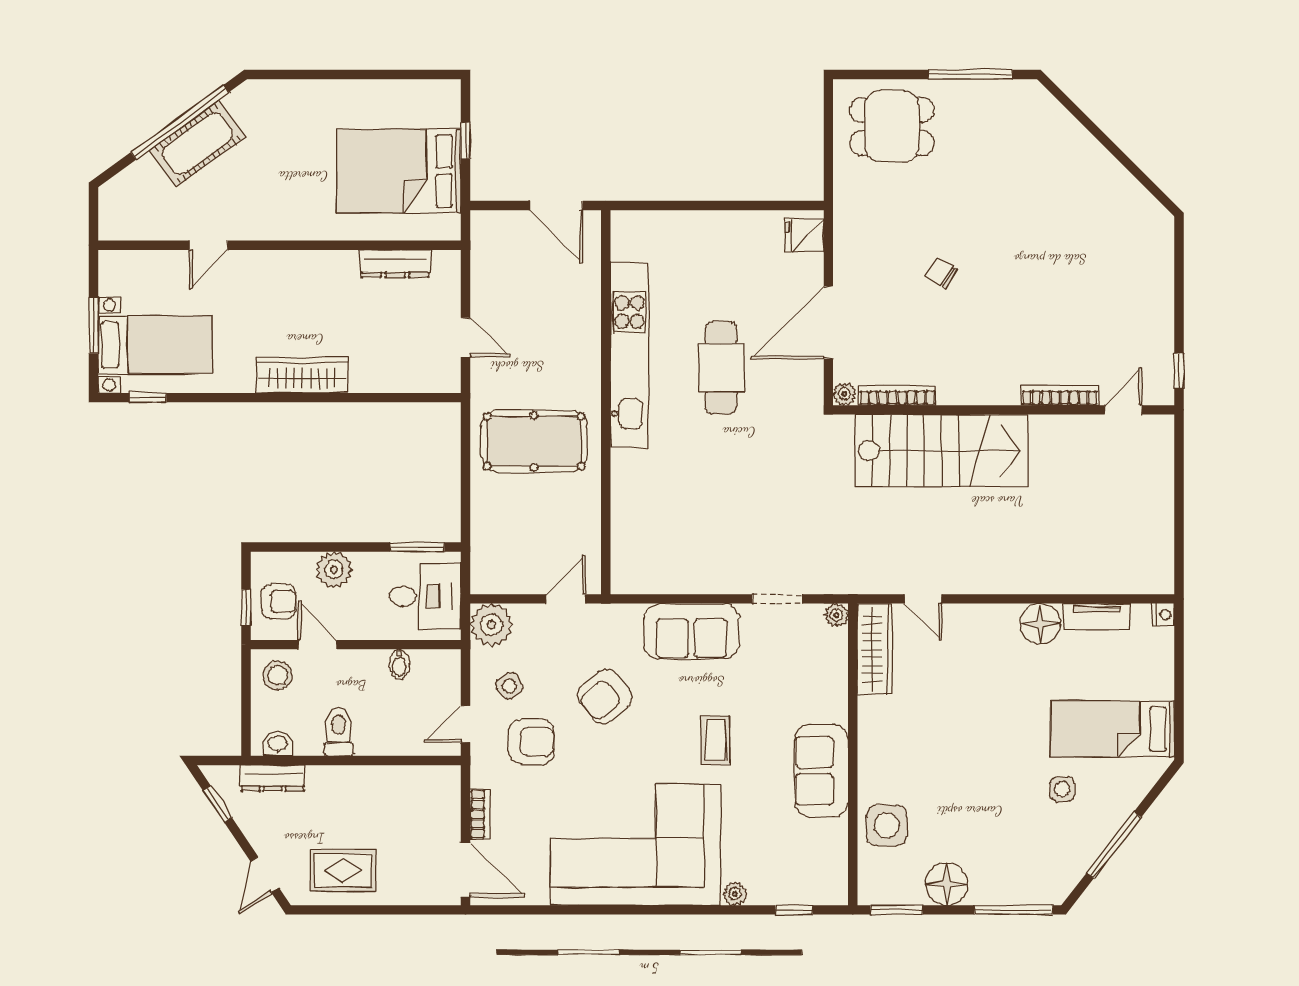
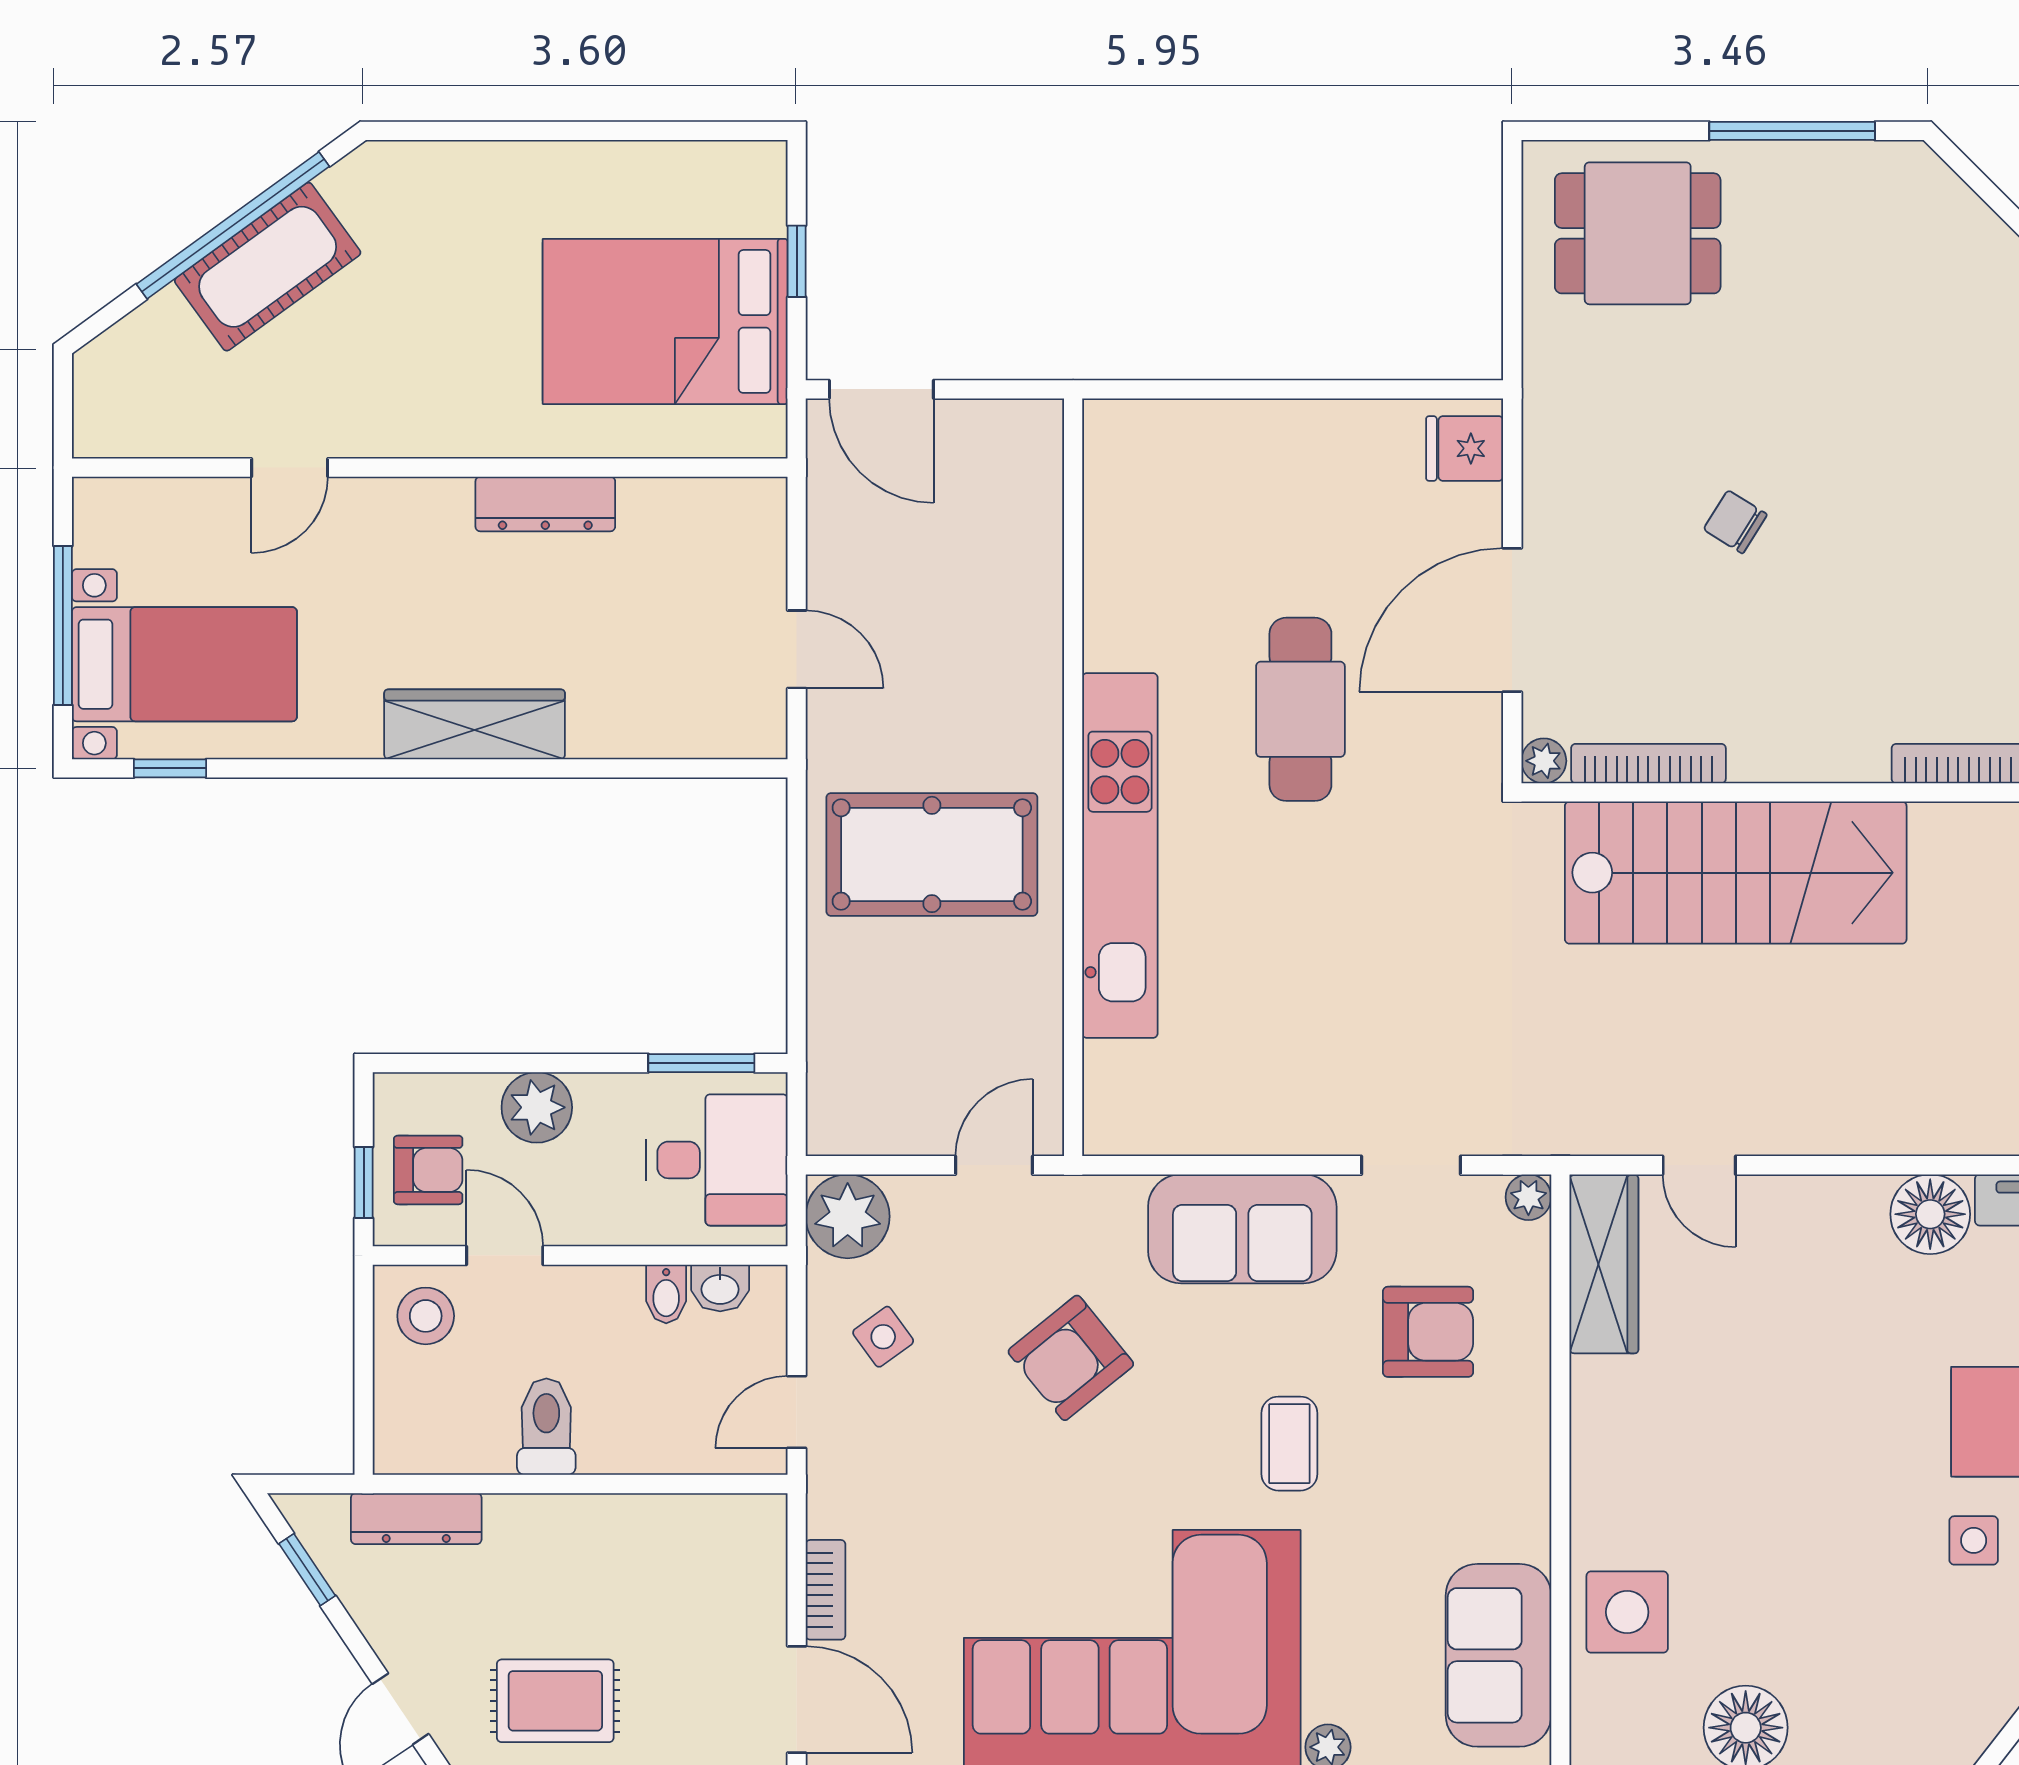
door: (556, 206) -> (881, 389), moved
dresser: (395, 264) -> (545, 504), moved
window: (94, 325) -> (63, 625), width x1.44
kitchen unit: (629, 355) -> (1120, 856), moved
armchair: (532, 742) -> (1428, 1332), moved
washbasin: (278, 744) -> (720, 1288), moved, turned 180
sofa: (821, 771) -> (1498, 1655), moved

